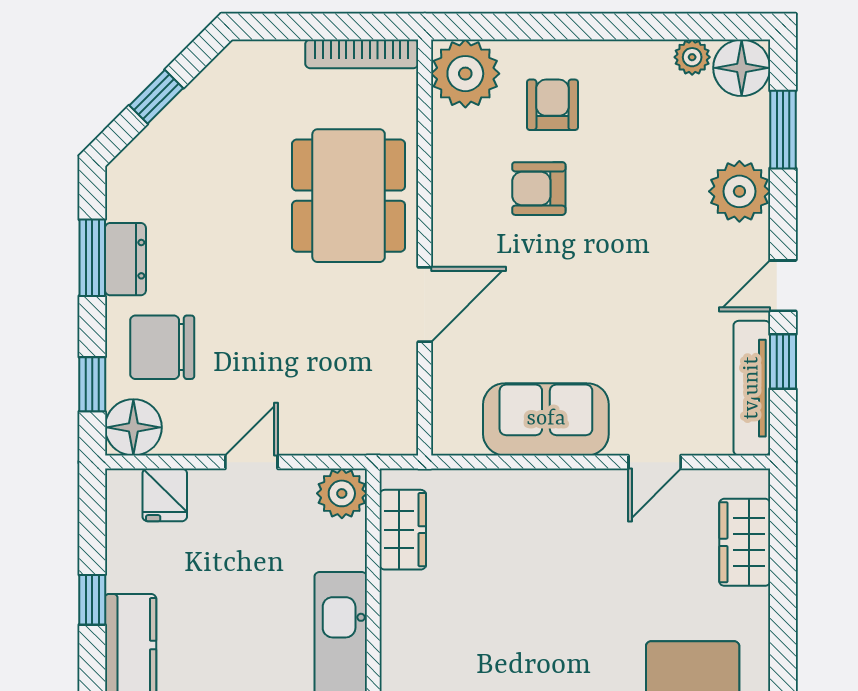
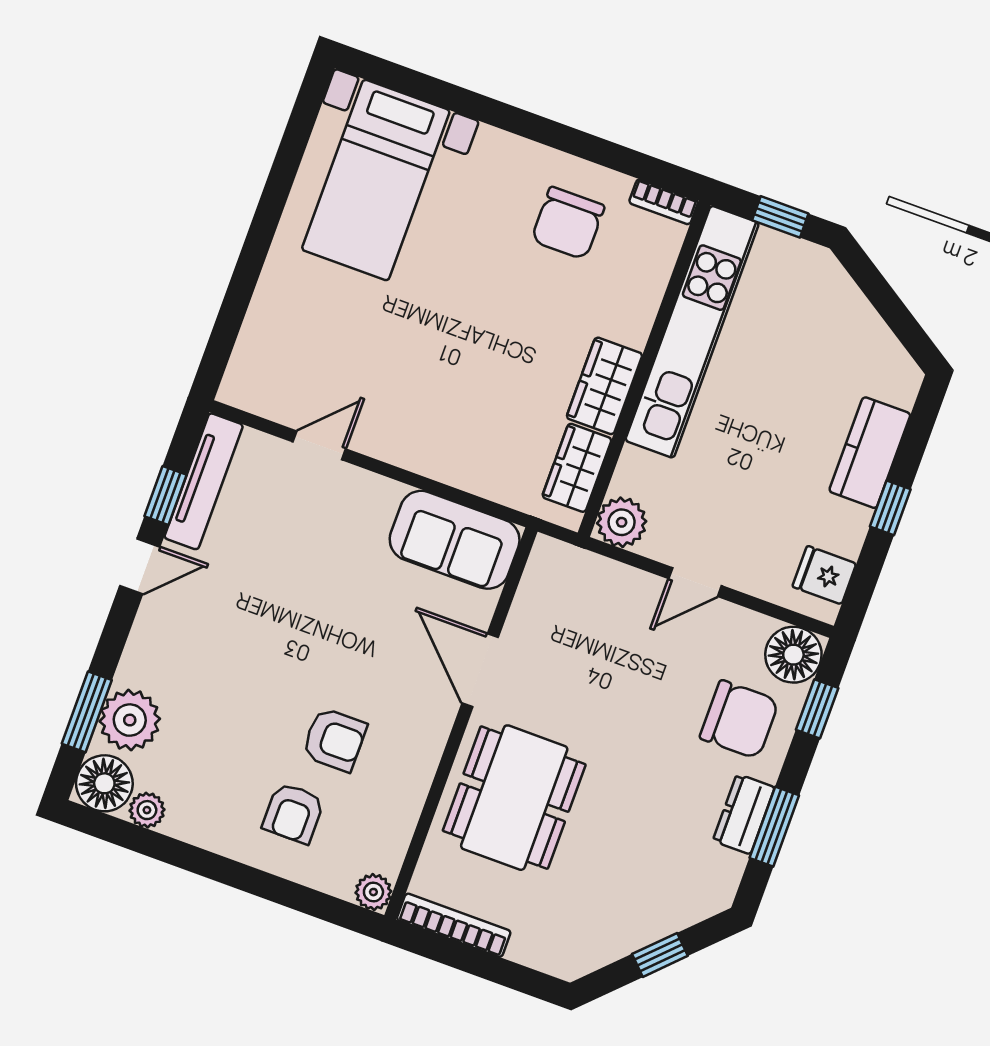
plant: (465, 74) -> (373, 892), width x0.53, depth x0.53
plant: (739, 191) -> (130, 720), moved
door: (425, 304) -> (480, 670), hinge flipped
sofa: (546, 419) -> (455, 540), moved
fridge: (165, 495) -> (824, 575), moved, turned -90
wardrobe: (745, 542) -> (604, 386), moved, turned 180

